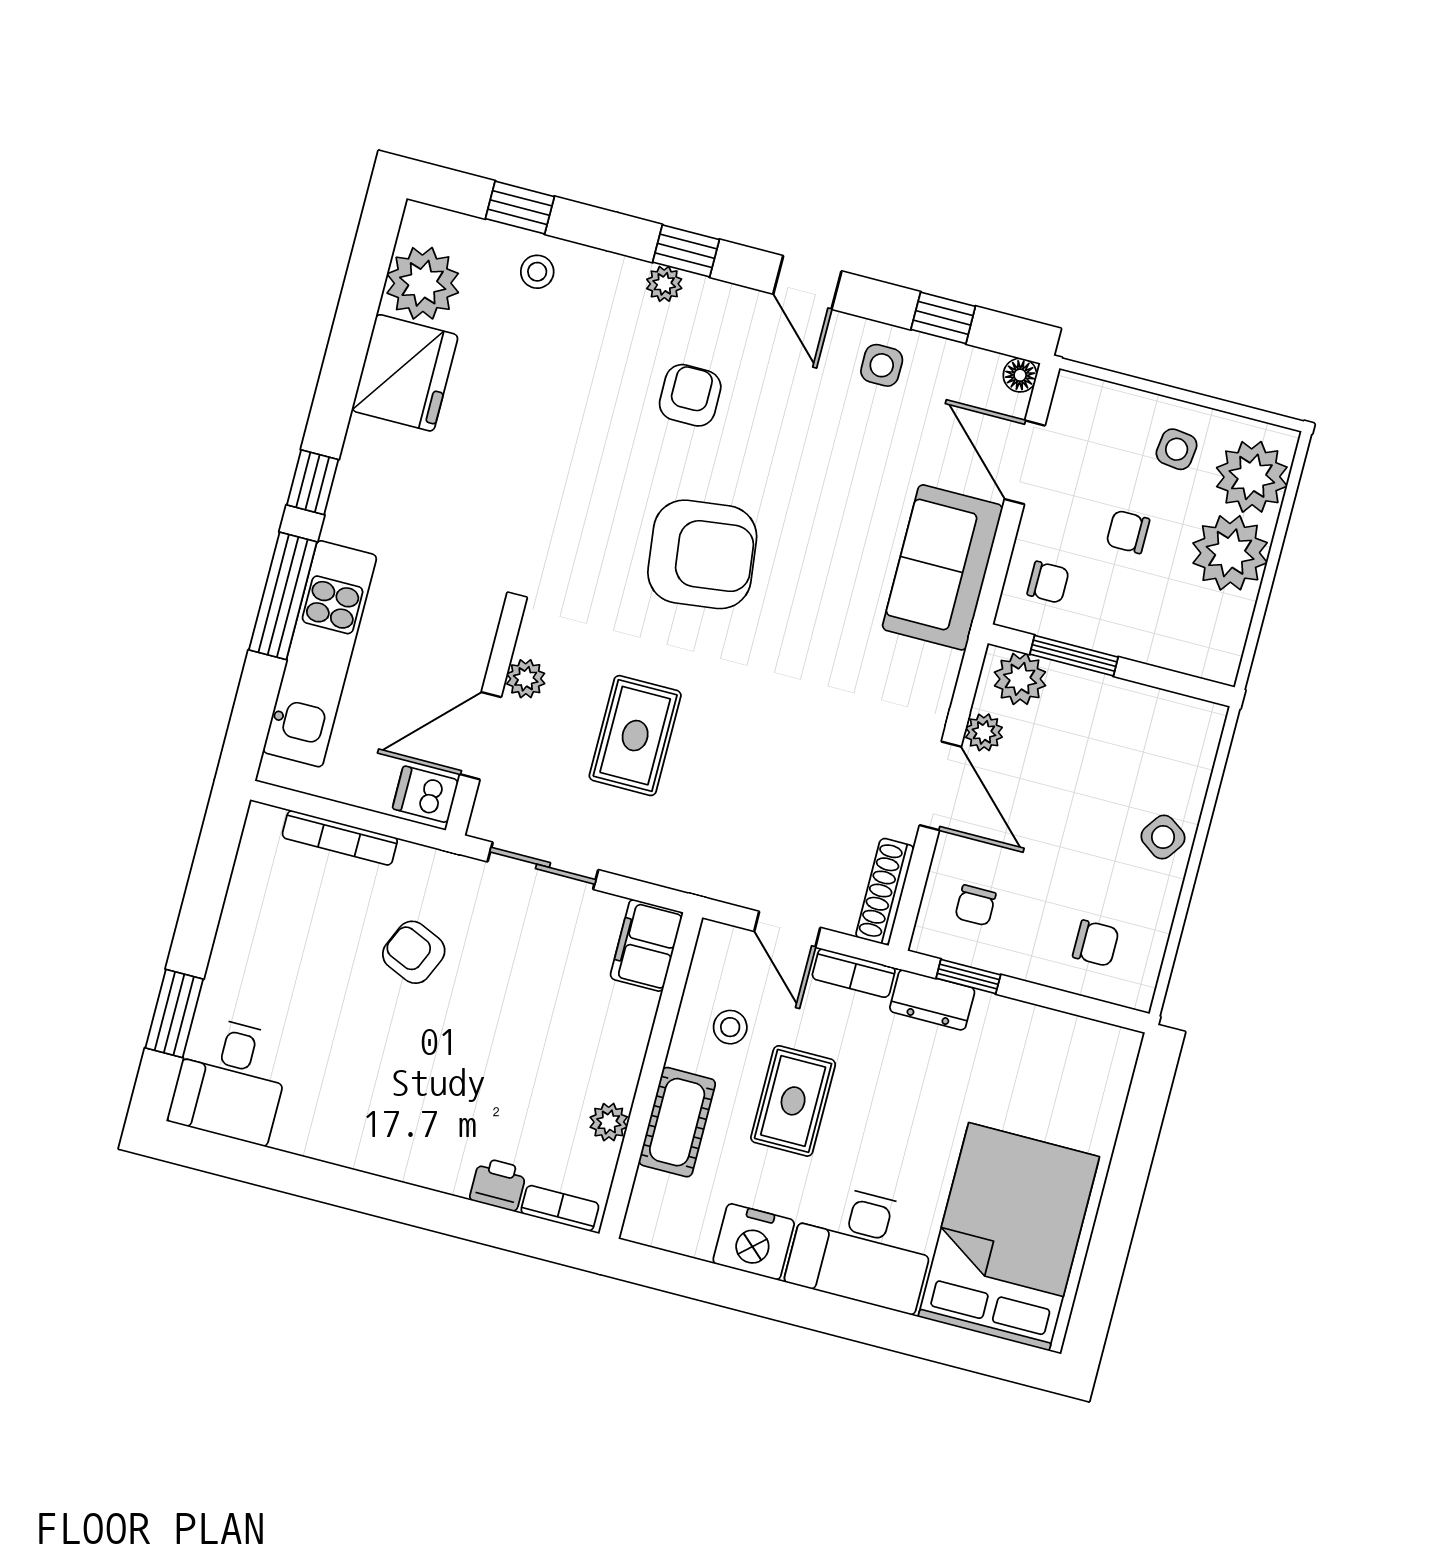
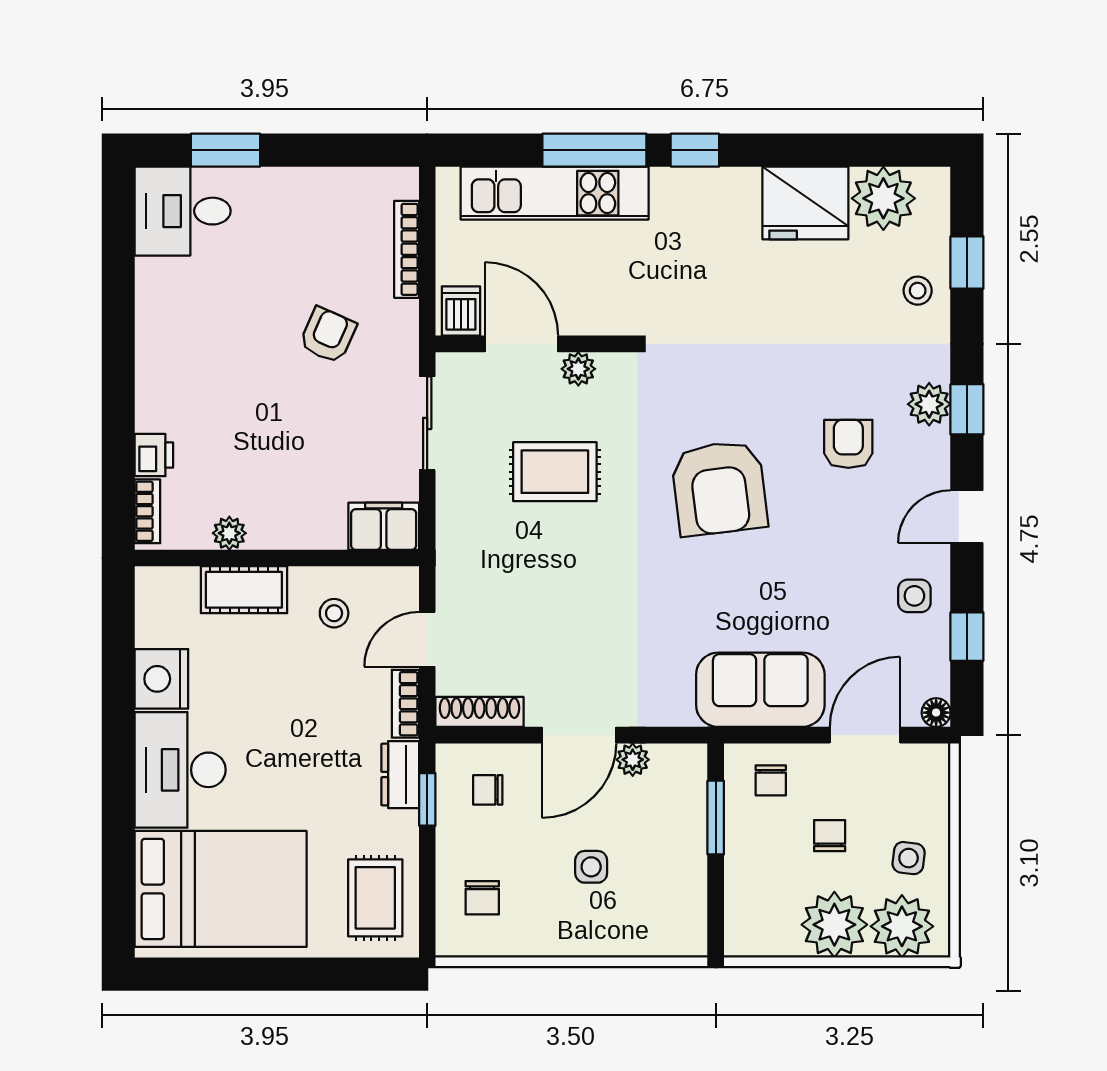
plant: (664, 284) -> (929, 404), width x1.38, depth x1.38
armchair: (690, 395) -> (848, 444), turned -90
plant: (1020, 679) -> (685, 778), removed
side table: (1163, 837) -> (591, 867), moved, turned -35
rug: (793, 1101) -> (375, 898), moved, turned 90

